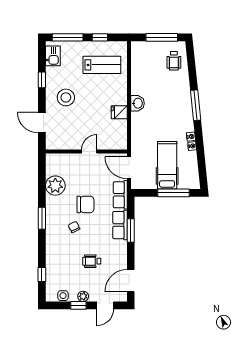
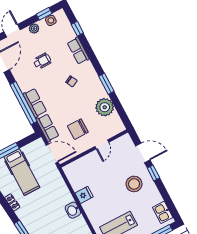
window: (42, 80) -> (153, 173), moved
door: (89, 152) -> (102, 144), moved
chair: (85, 204) -> (78, 129), moved
window: (42, 218) -> (106, 84), moved
window: (131, 230) -> (23, 103), width x2.11
row of seats: (52, 253) -> (78, 51), added
window: (78, 305) -> (44, 14), moved

